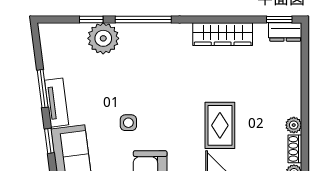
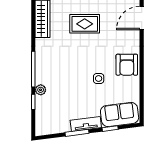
plant: (103, 38) -> (41, 90), width x0.53, depth x0.53
rug: (220, 125) -> (85, 24), moved

